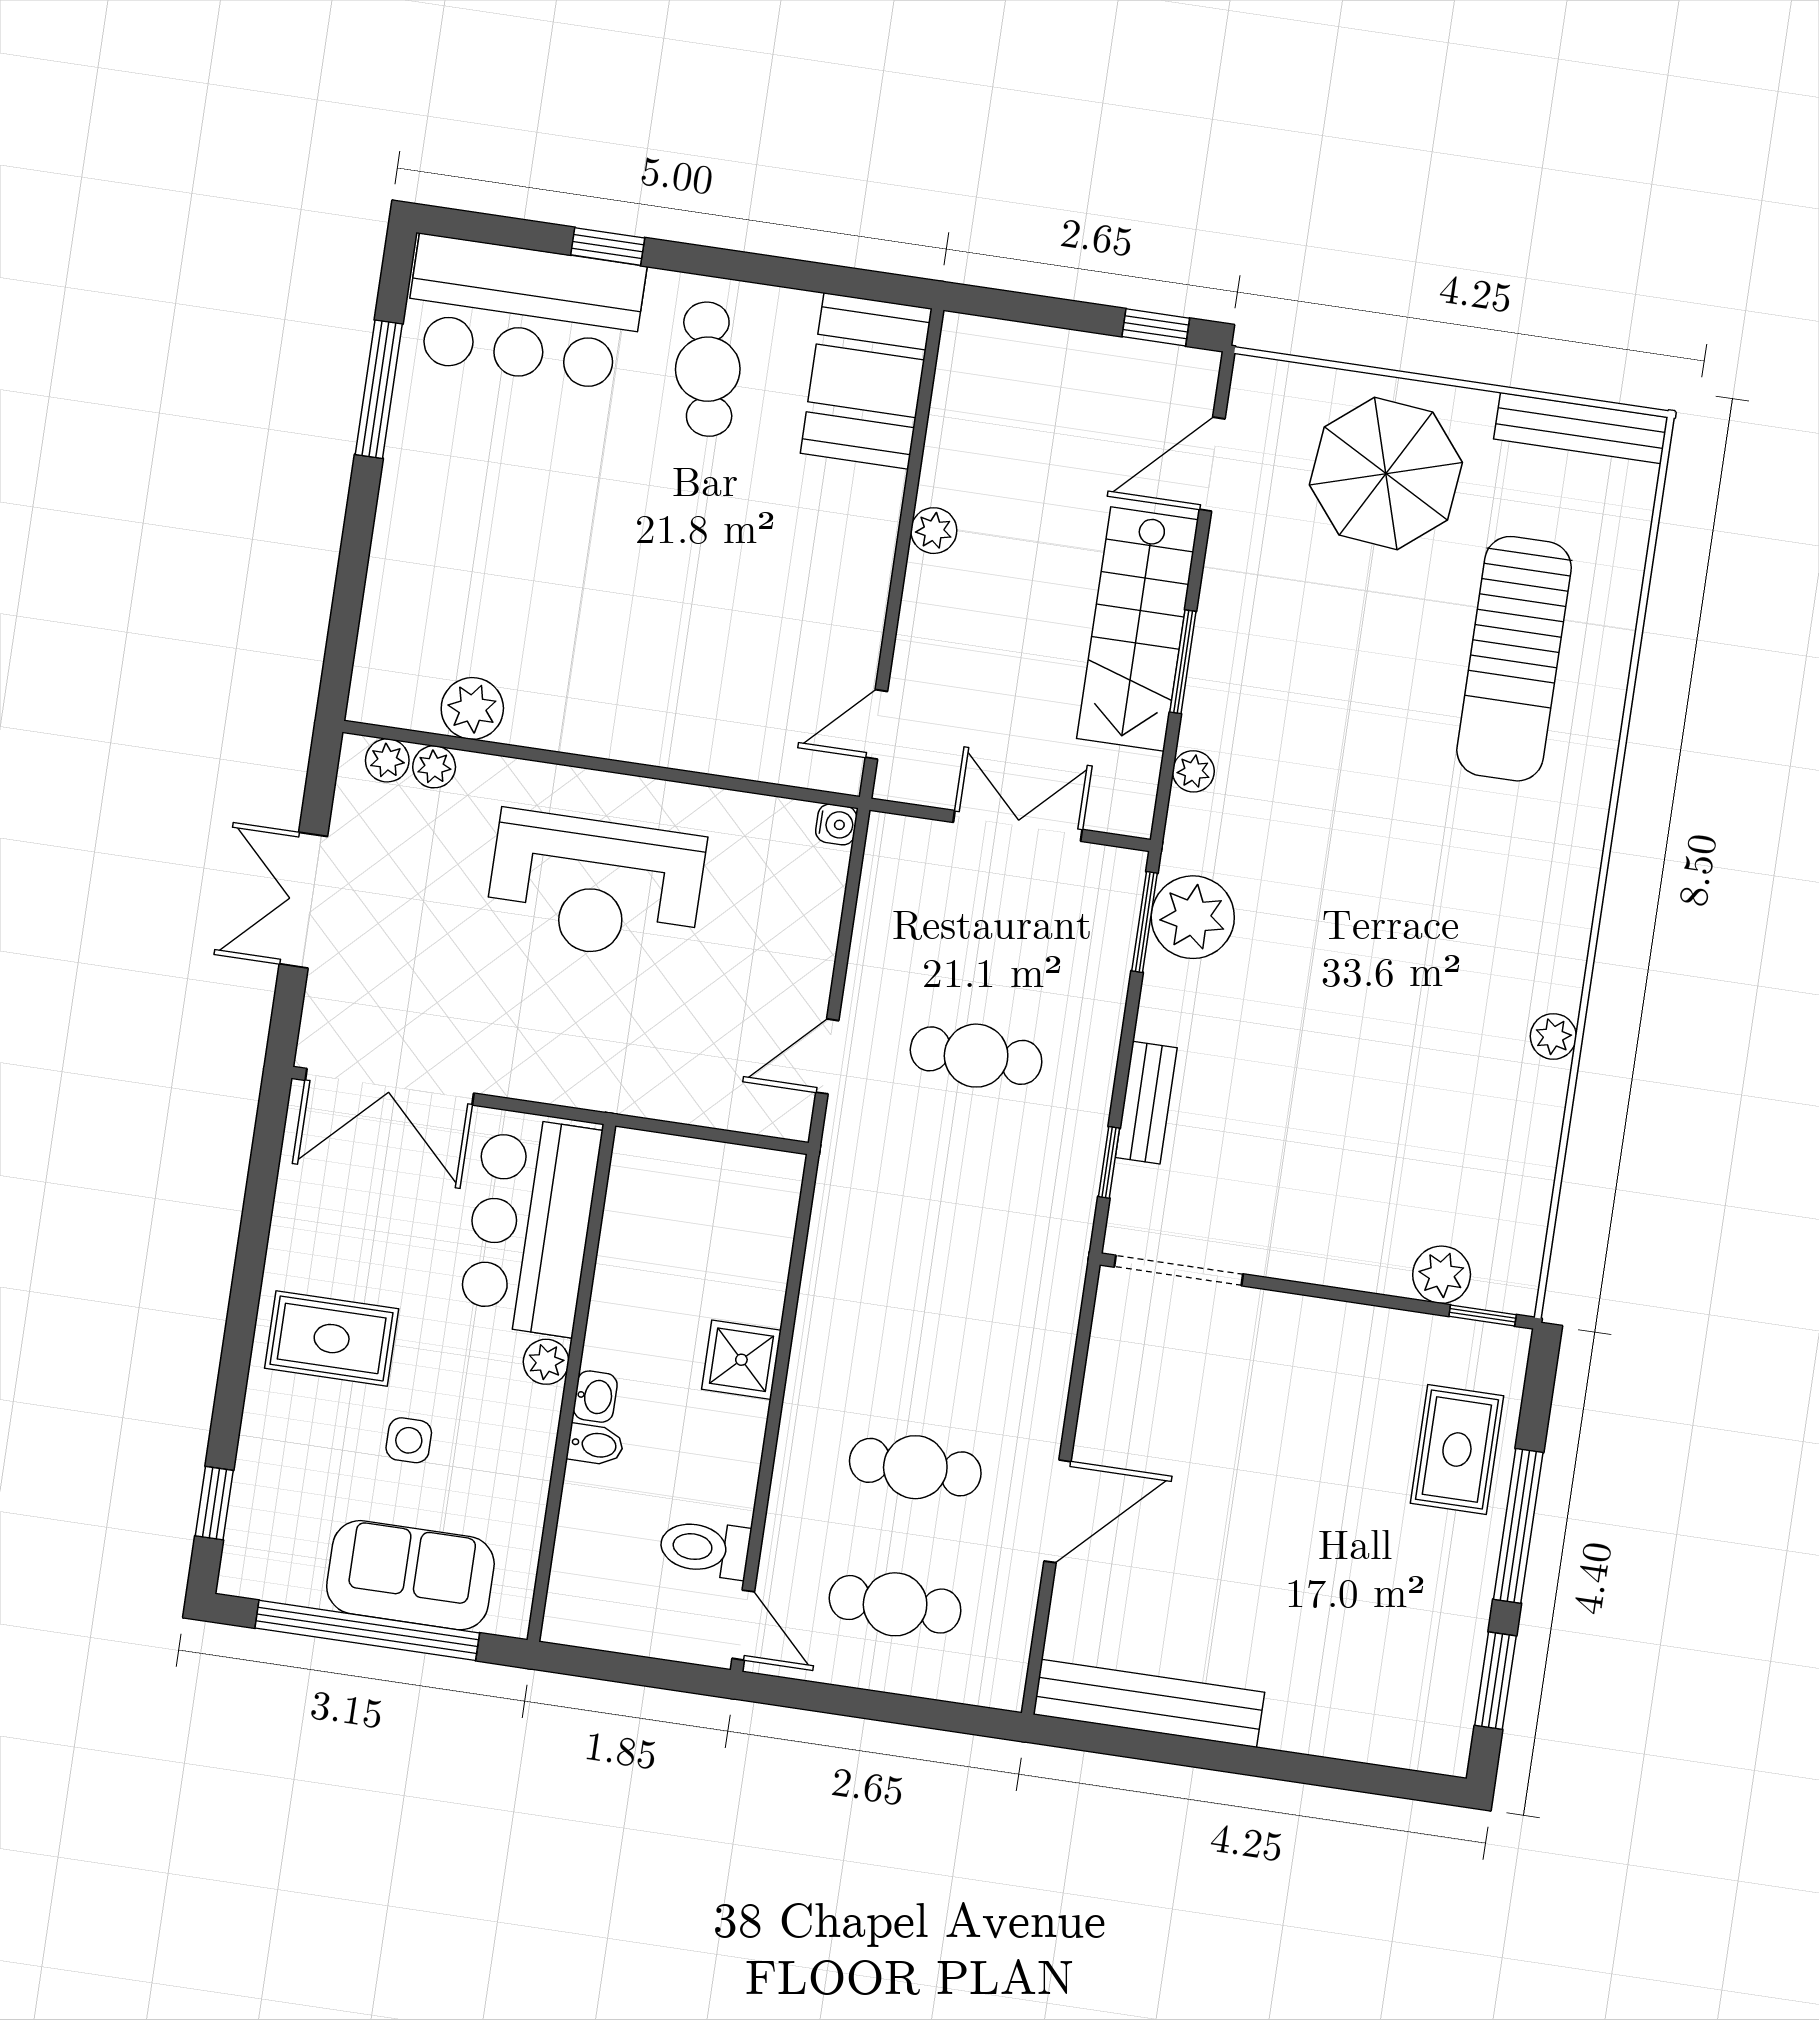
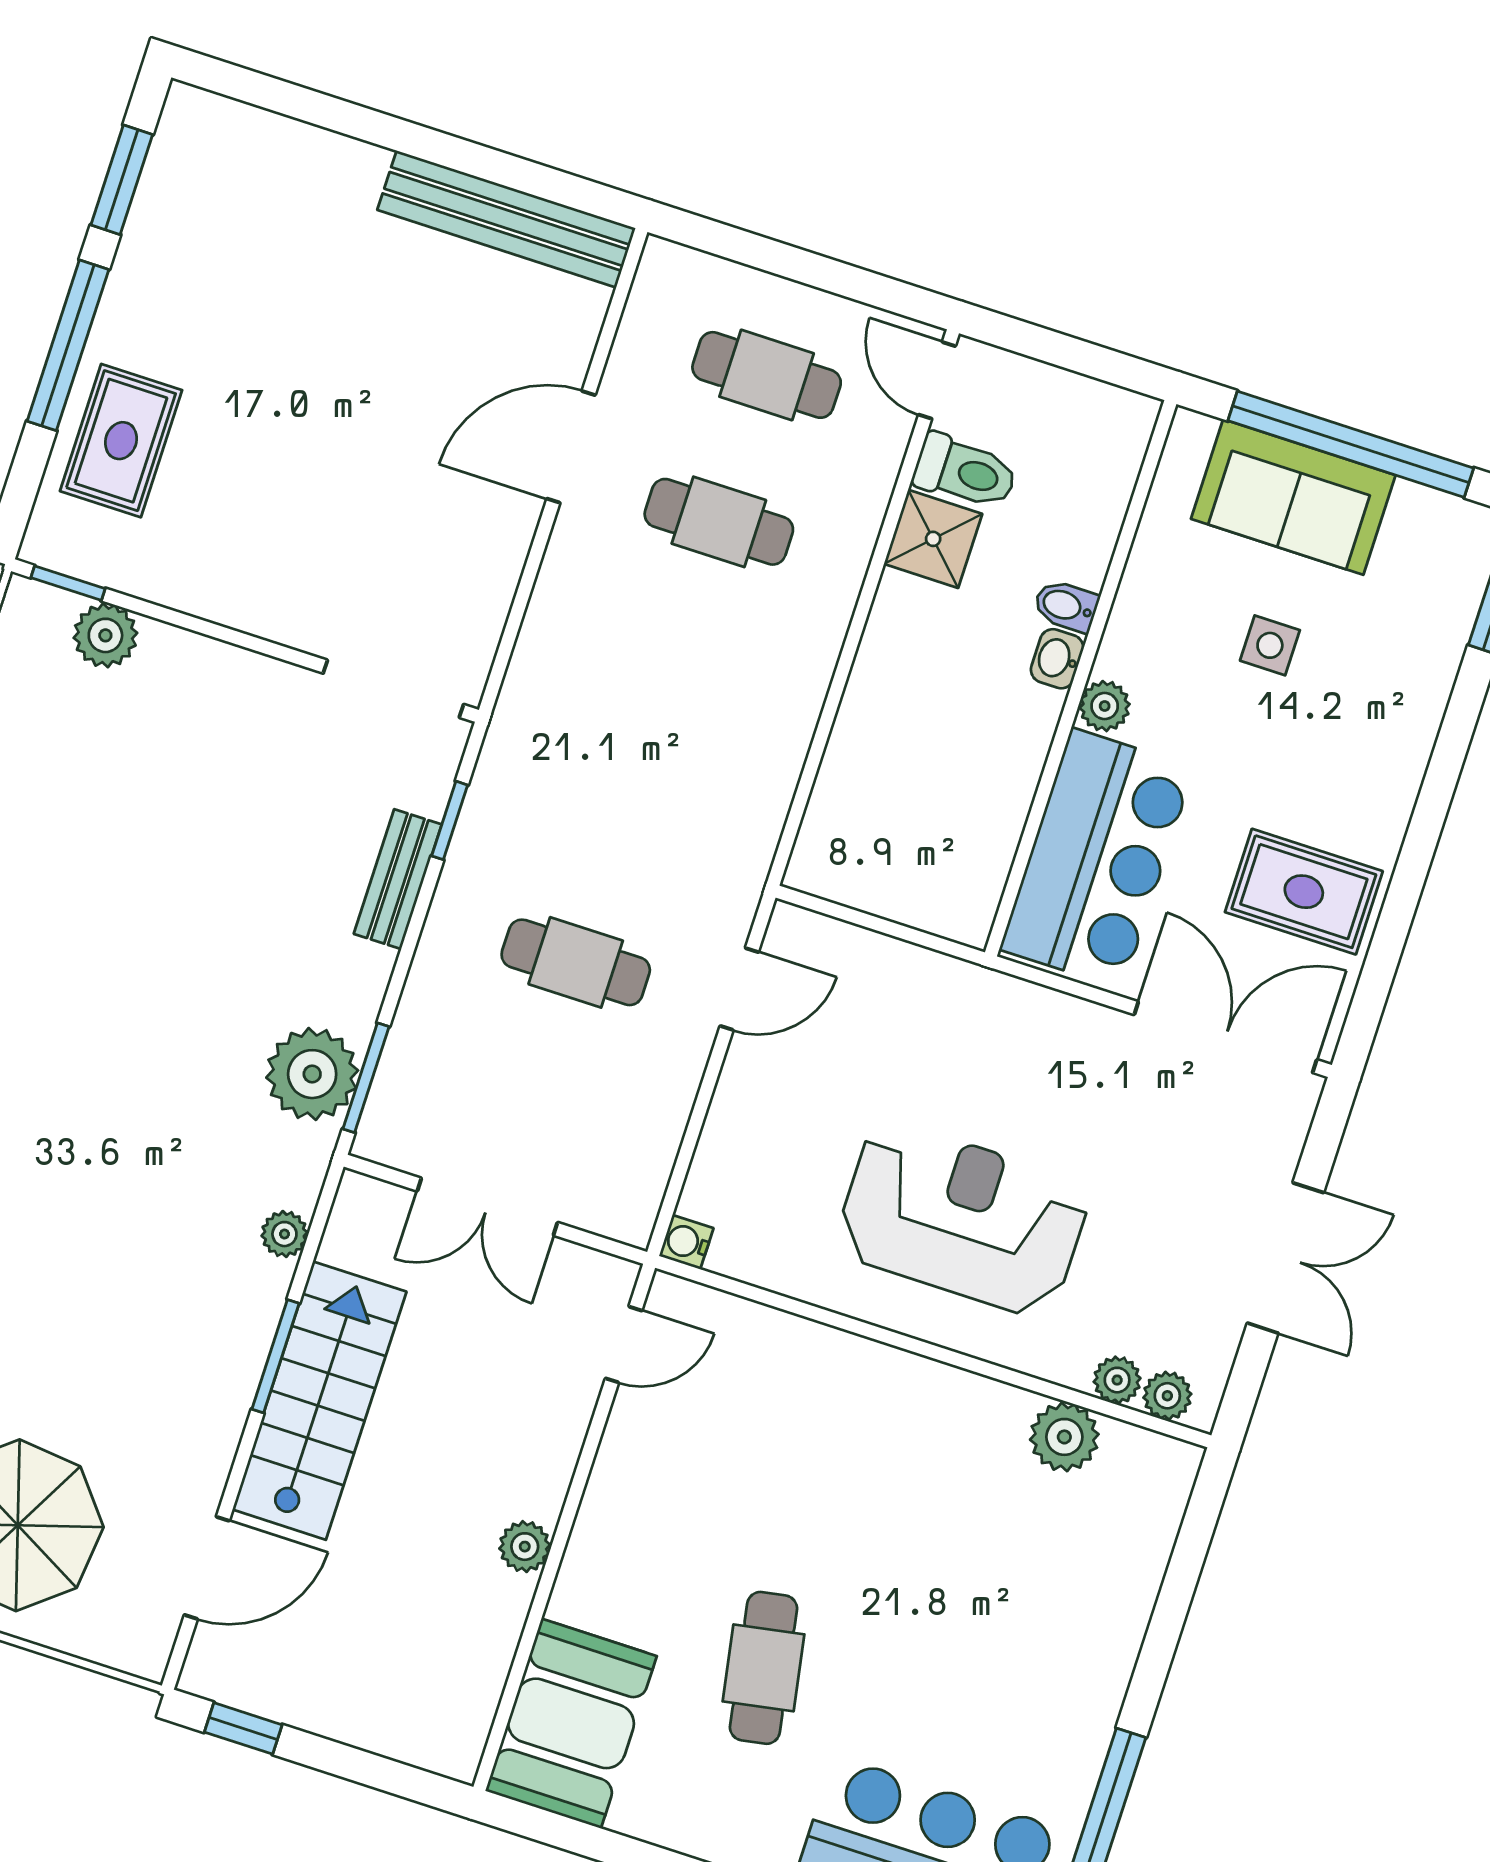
cafe table: (708, 369) -> (764, 1668), moved
rug: (332, 1339) -> (1304, 892), moved
shower: (741, 1360) -> (933, 539), moved

